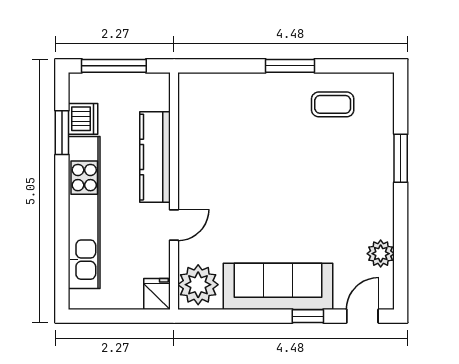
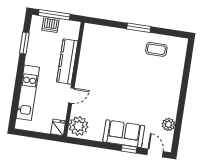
dishwasher: (83, 119) -> (51, 25), moved, turned 90
window: (401, 158) -> (185, 80), removed
kitchen unit: (84, 213) -> (28, 93), width x0.73
sofa: (278, 286) -> (124, 134), width x0.73
door: (362, 316) -> (155, 153), hinge flipped

